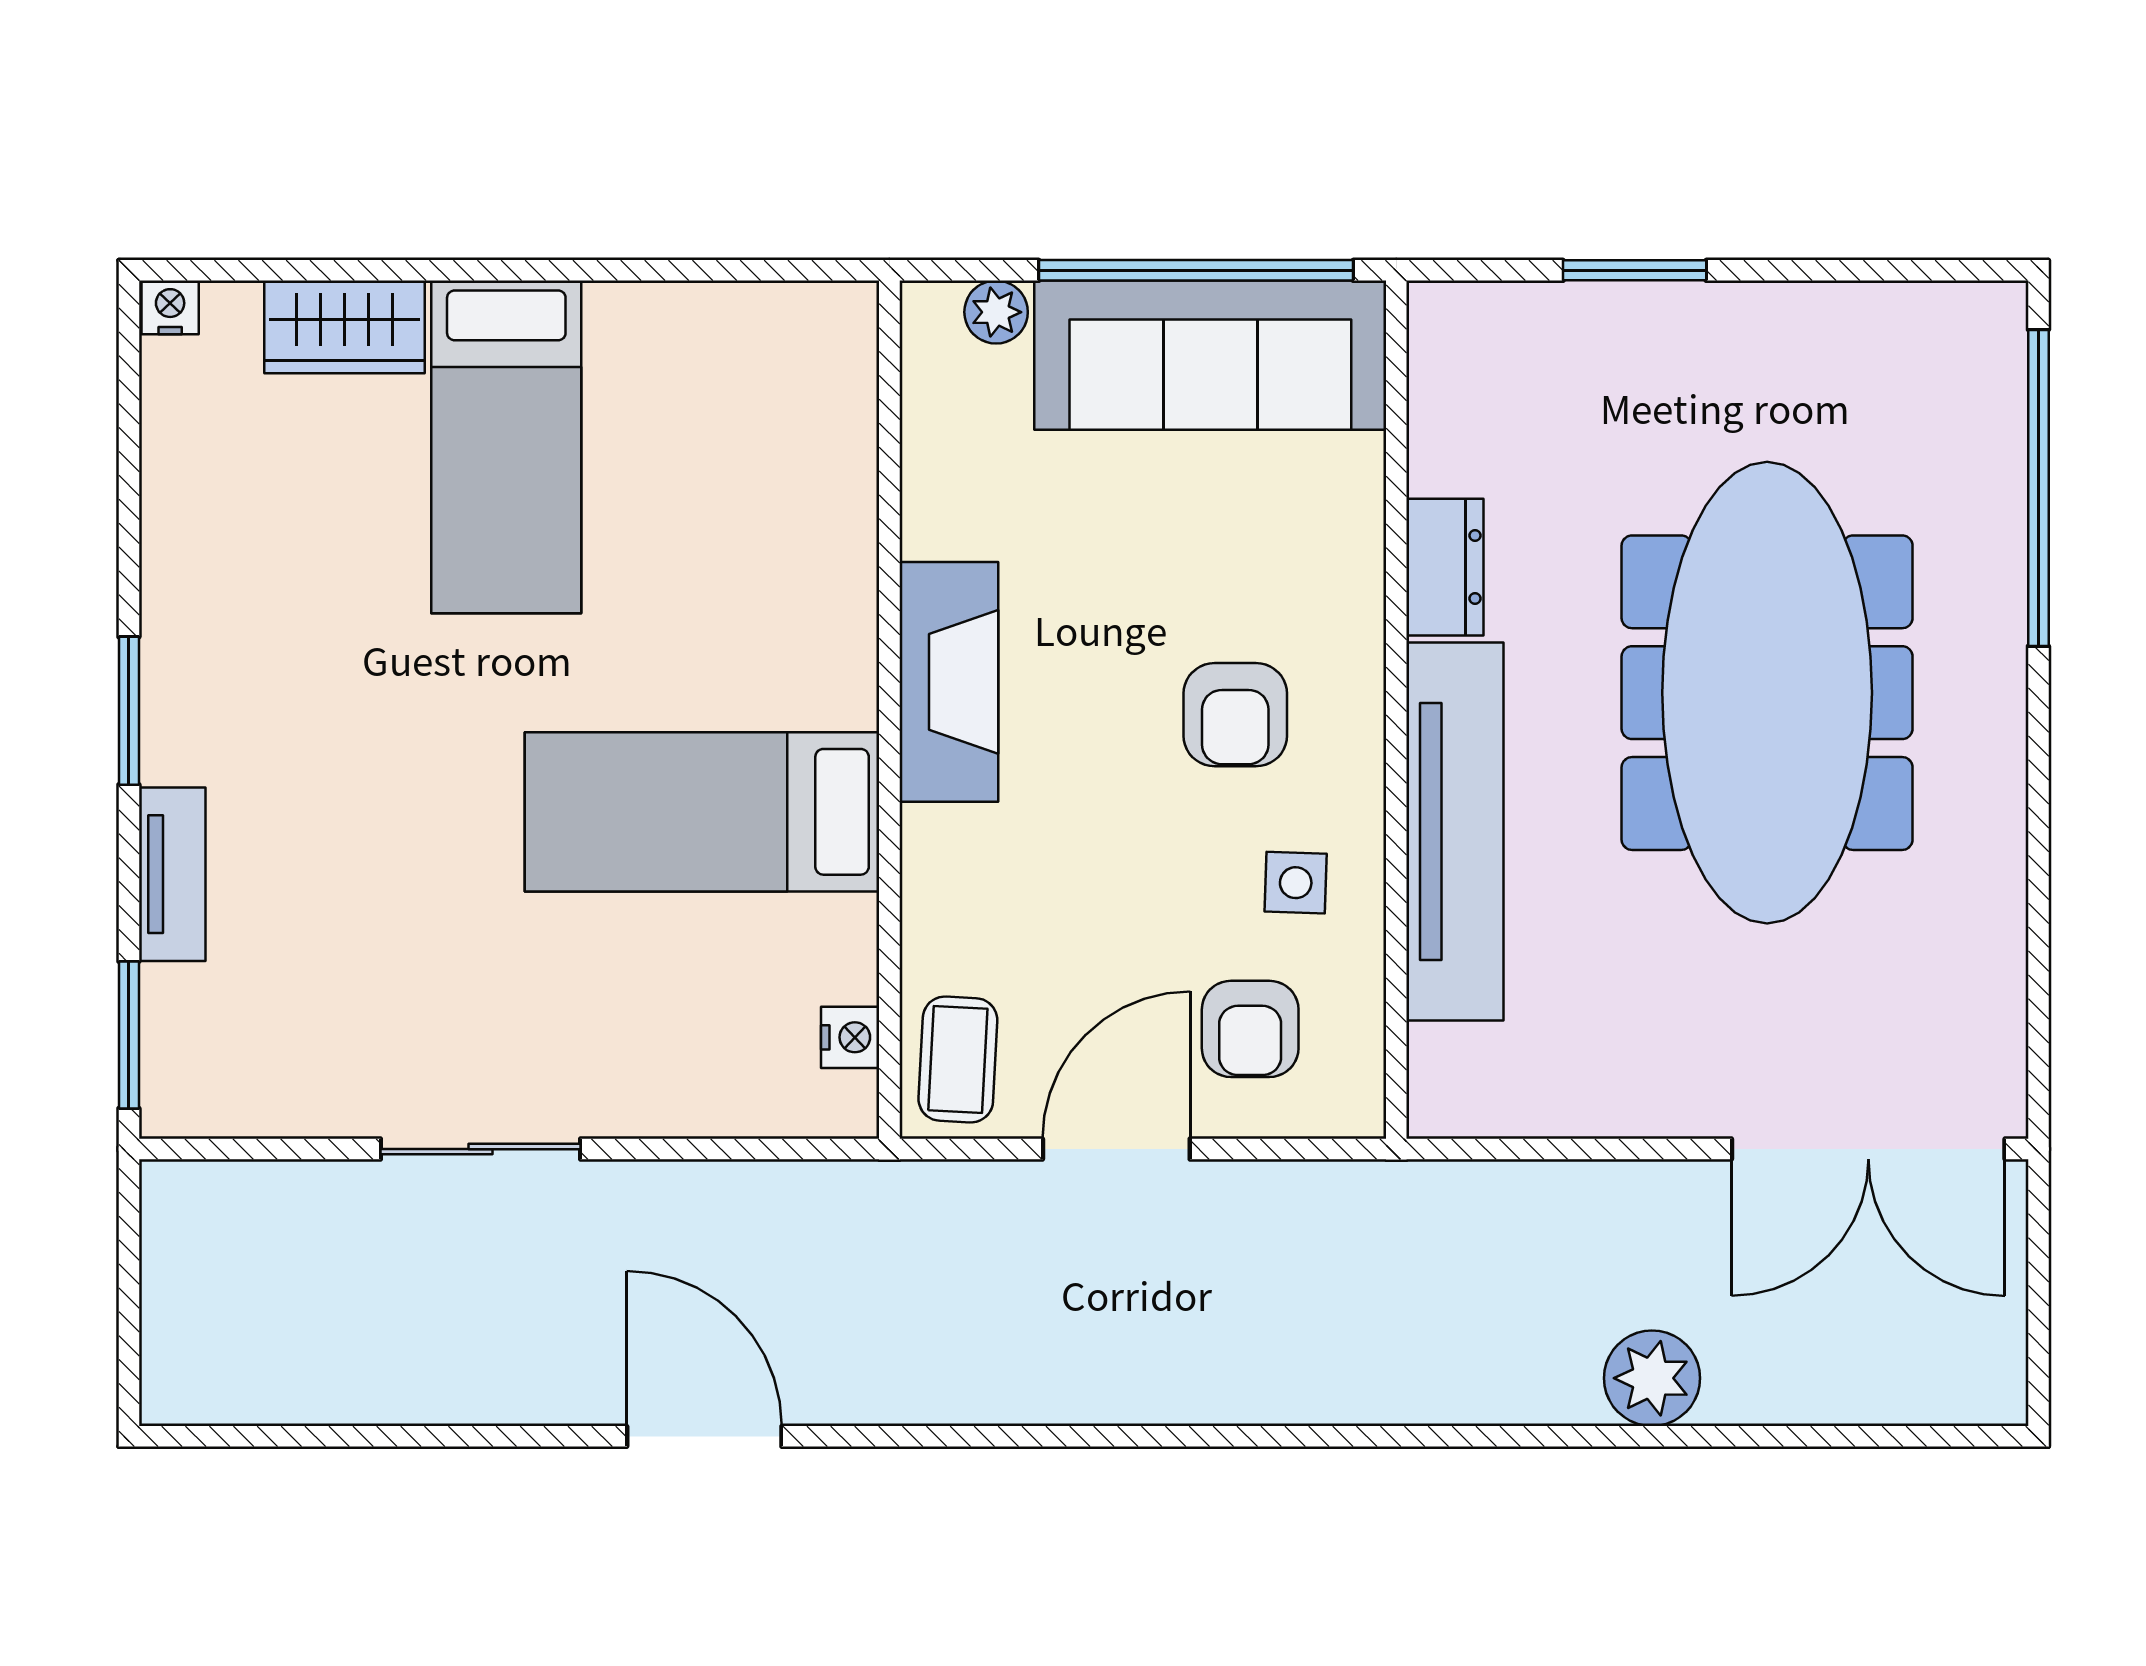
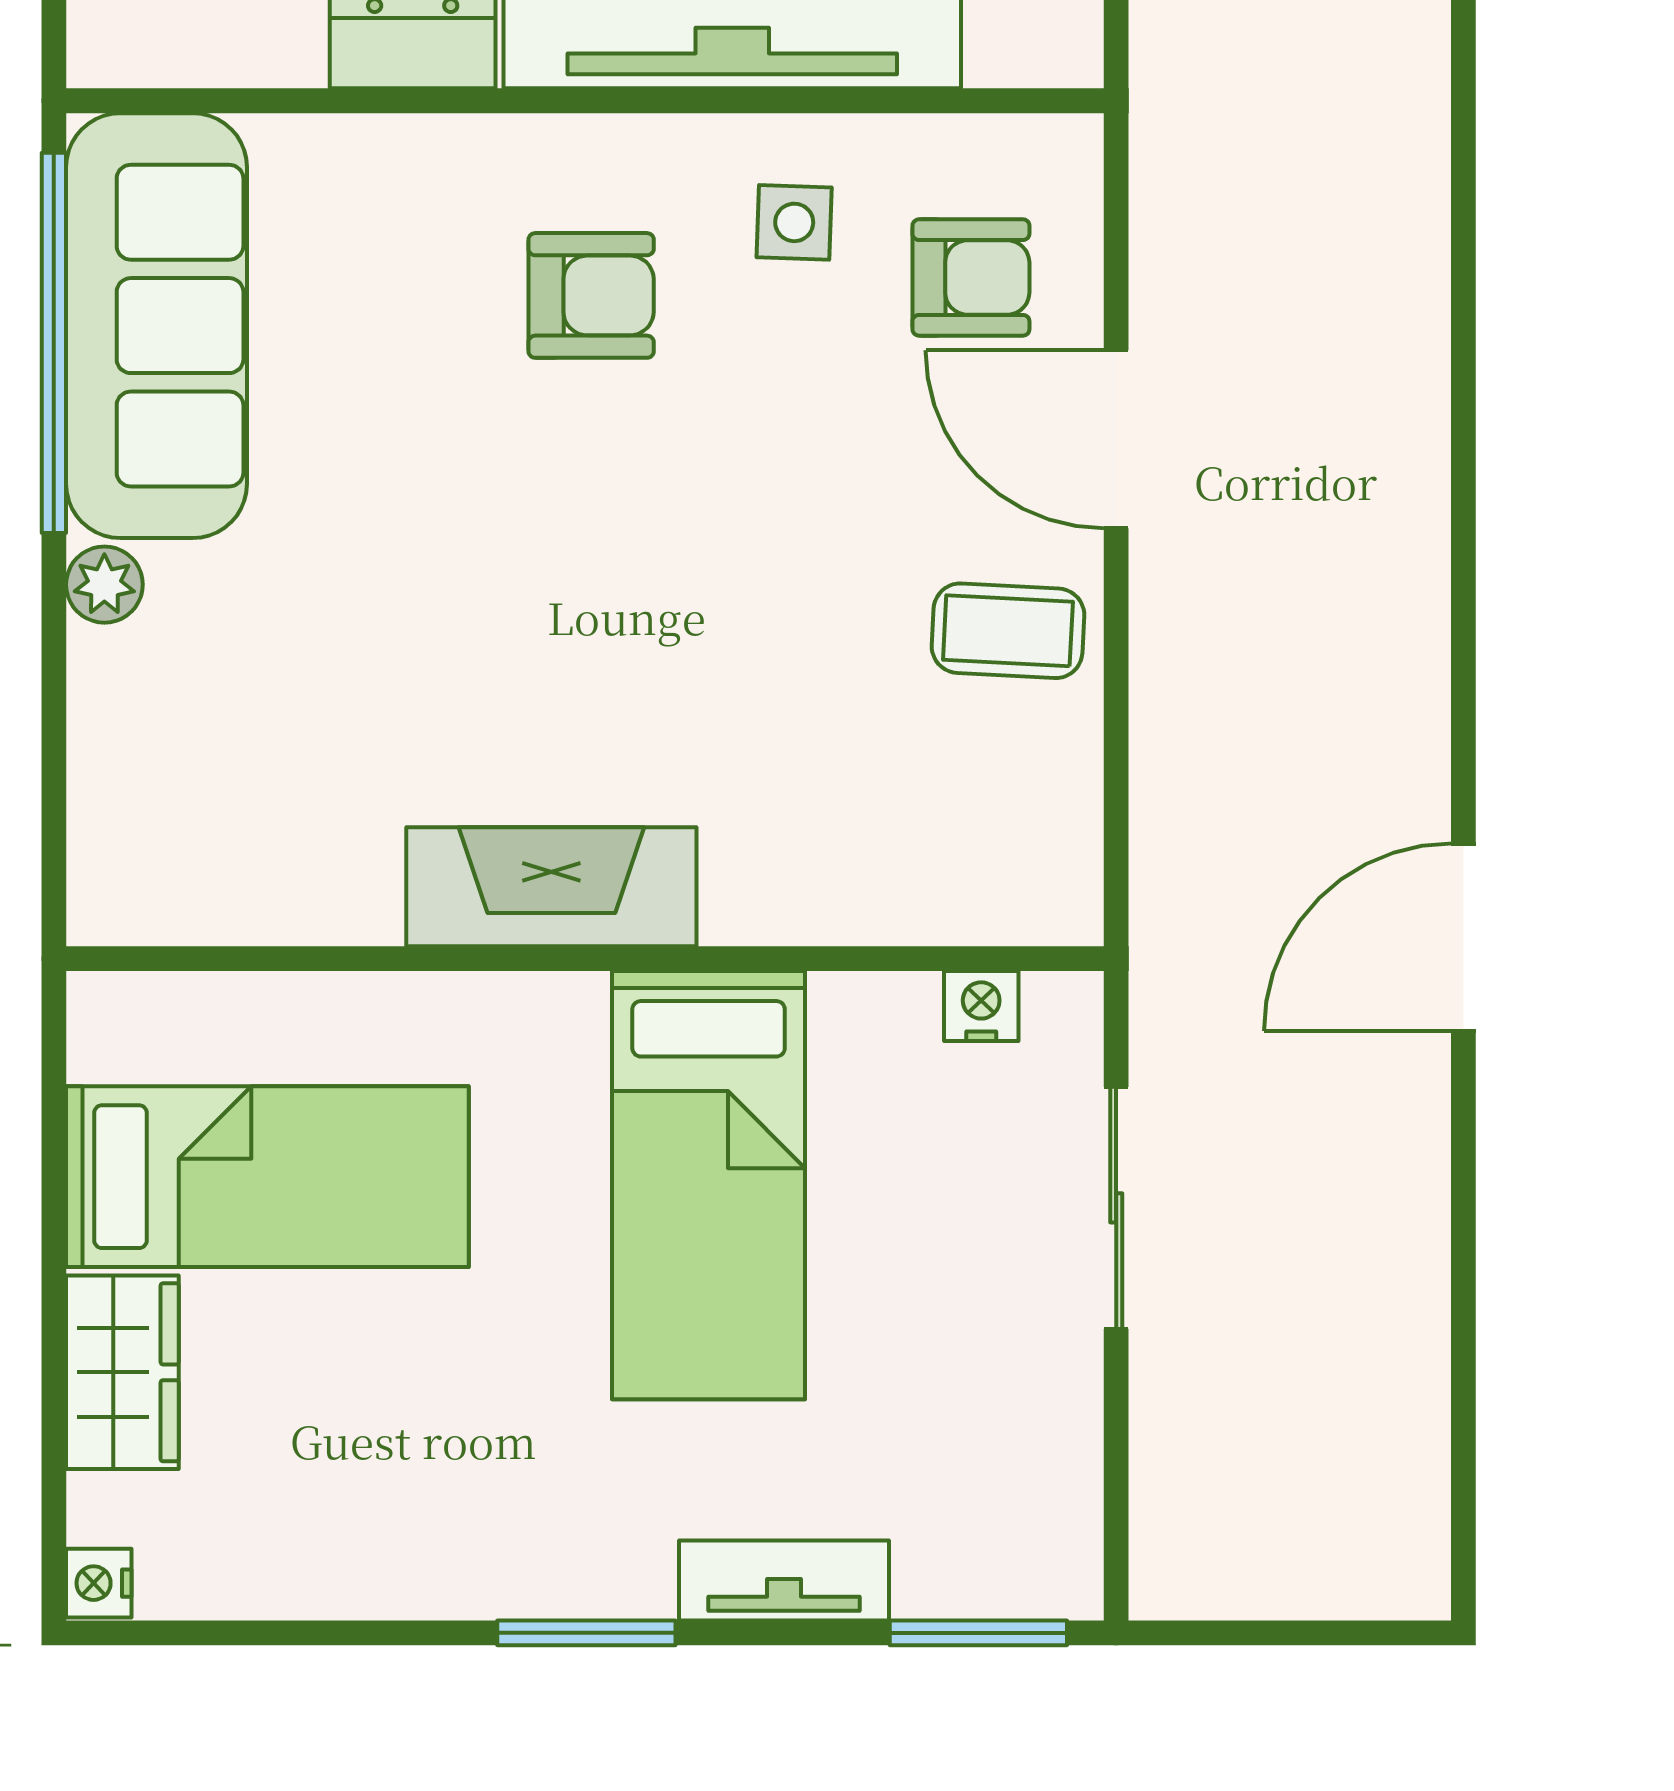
fireplace: (949, 682) -> (551, 887), moved
wall: (889, 710) -> (585, 959), moved
bed: (702, 812) -> (709, 1185), moved
nightstand: (850, 1037) -> (981, 1006), moved

